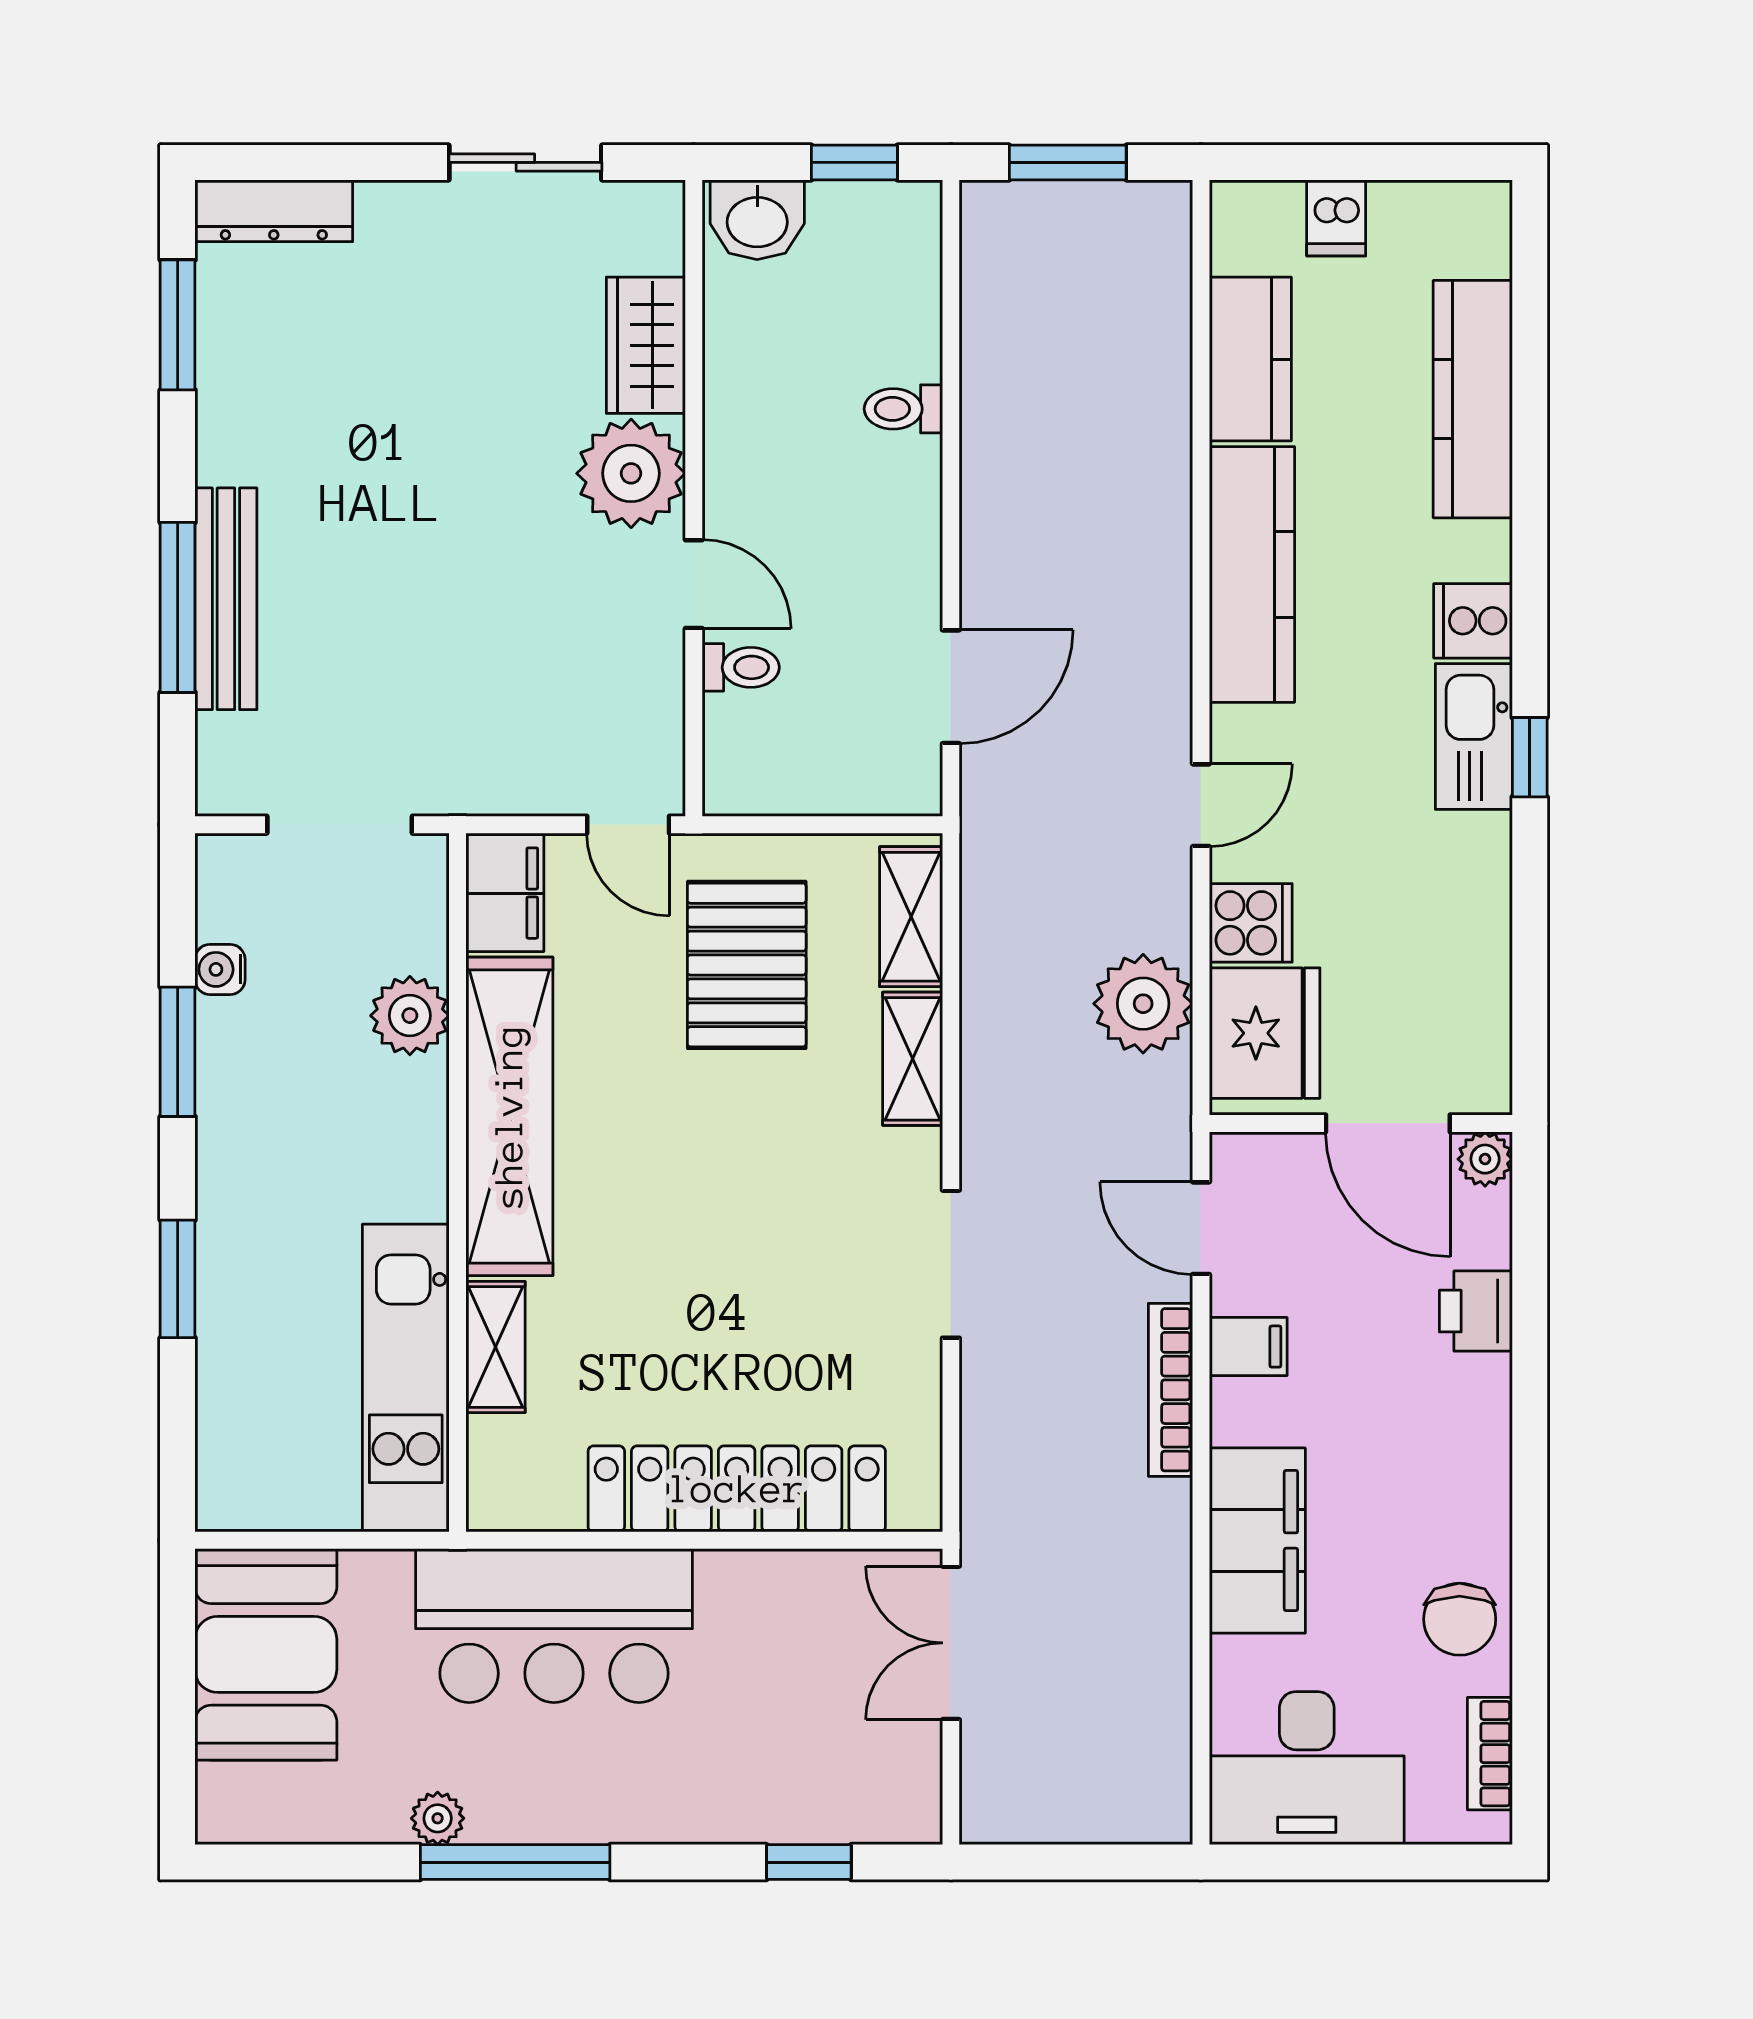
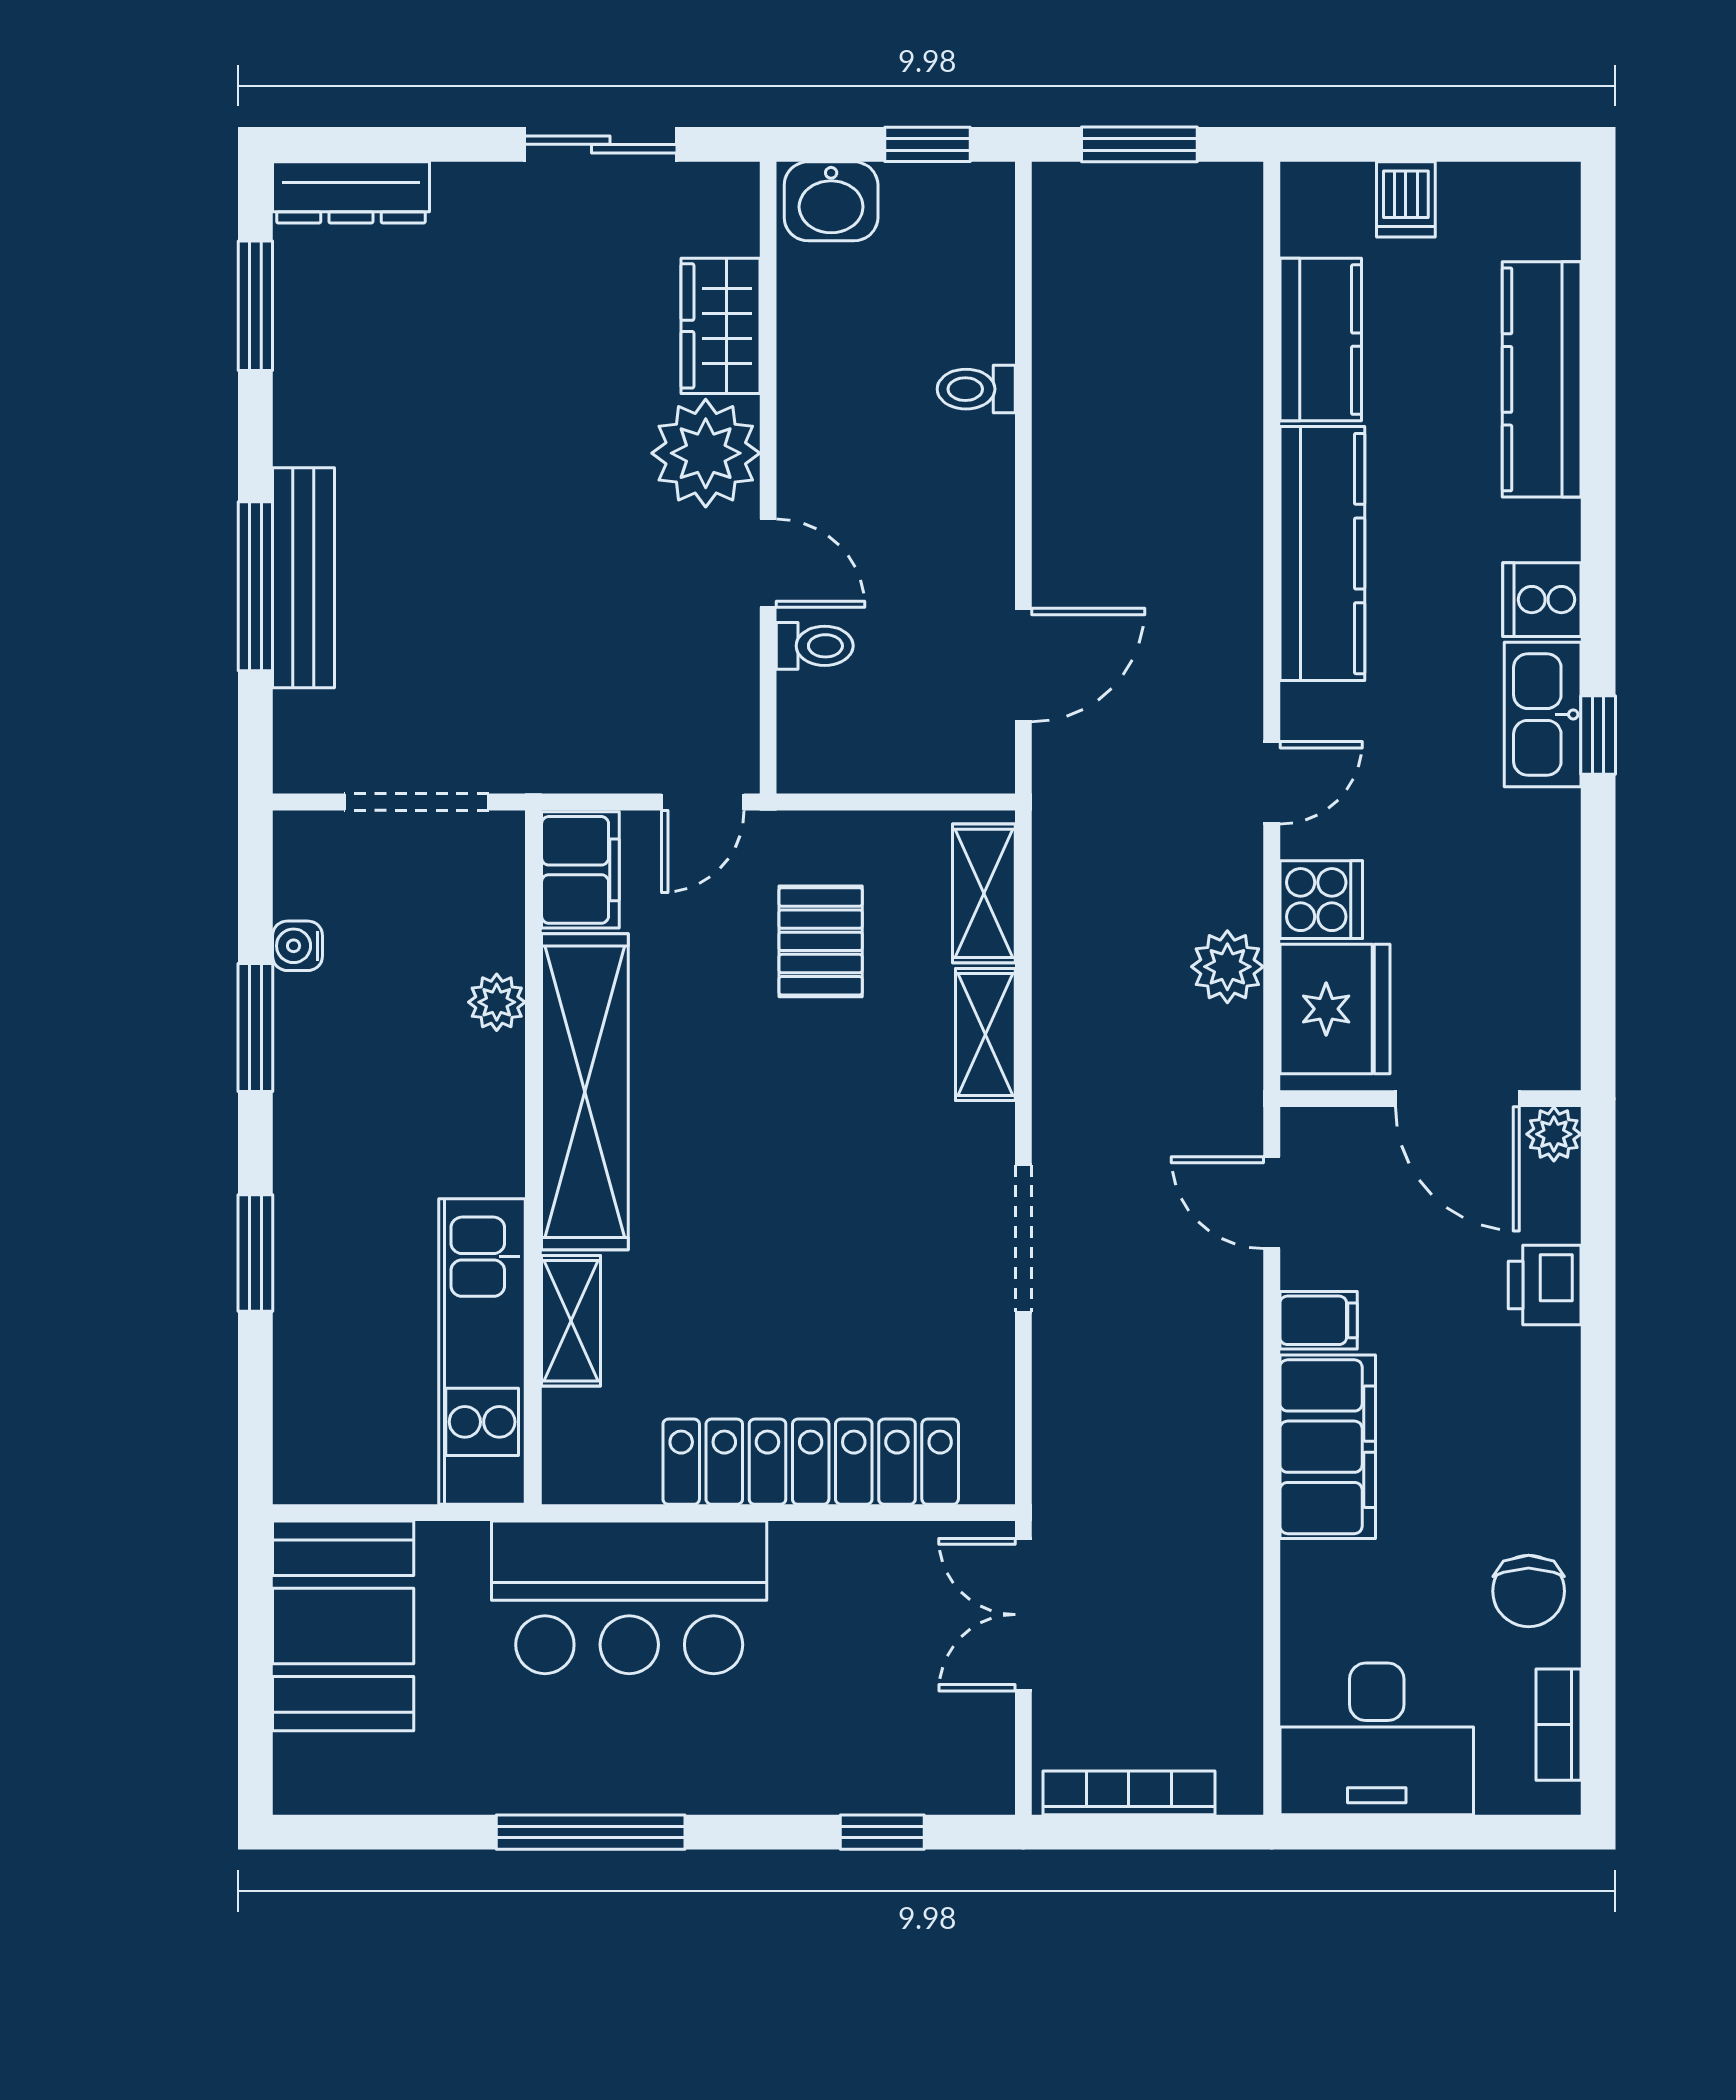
door: (628, 825) -> (703, 802), hinge flipped
pallet: (747, 965) -> (821, 941), width x0.67, depth x0.71
plant: (1143, 1004) -> (1227, 967), width x0.73, depth x0.73
plant: (410, 1016) -> (497, 1002), width x0.73, depth x0.73
bookcase: (1171, 1390) -> (1129, 1793), moved, turned 90
filing cabinet: (1257, 1541) -> (1328, 1447), moved
plant: (438, 1818) -> (514, 1789), removed

